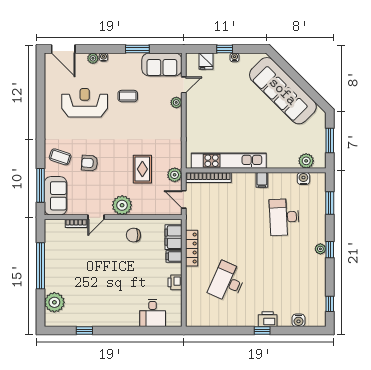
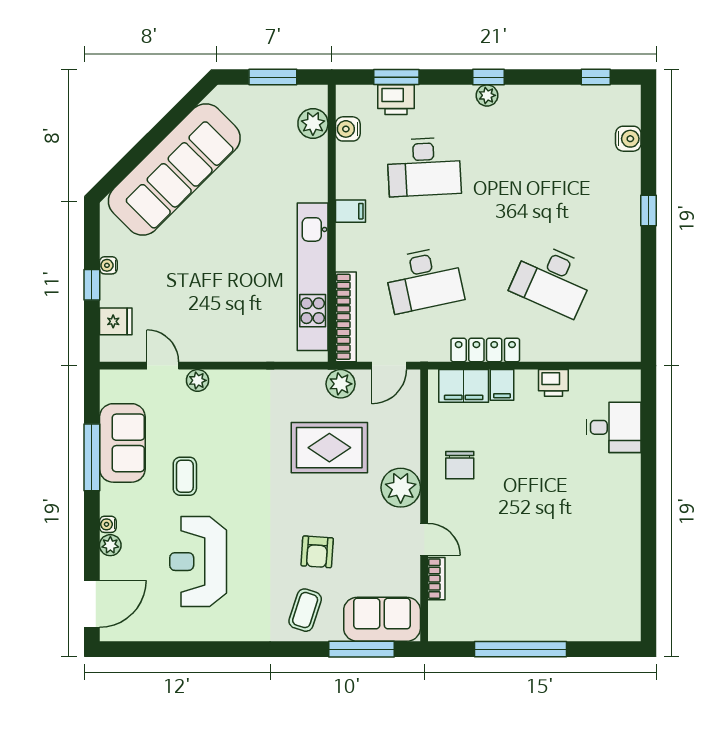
window: (137, 49) -> (92, 457), width x1.44
sofa: (162, 64) -> (122, 443), moved
rug: (142, 169) -> (329, 448), width x1.36, depth x1.43
desk: (227, 217) -> (424, 280), added
plant: (54, 302) -> (593, 621), removed
printer: (268, 319) -> (396, 100), moved, turned -90
window: (84, 331) -> (649, 562), removed

